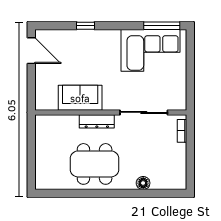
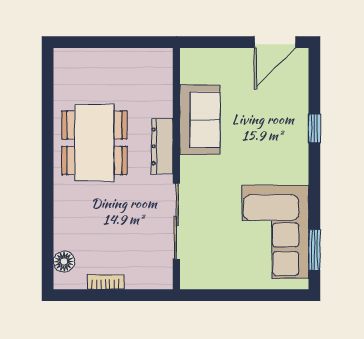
window: (162, 26) -> (314, 250), width x0.69
bookcase: (182, 131) -> (106, 282), moved
floor lamp: (143, 183) -> (64, 262), moved

